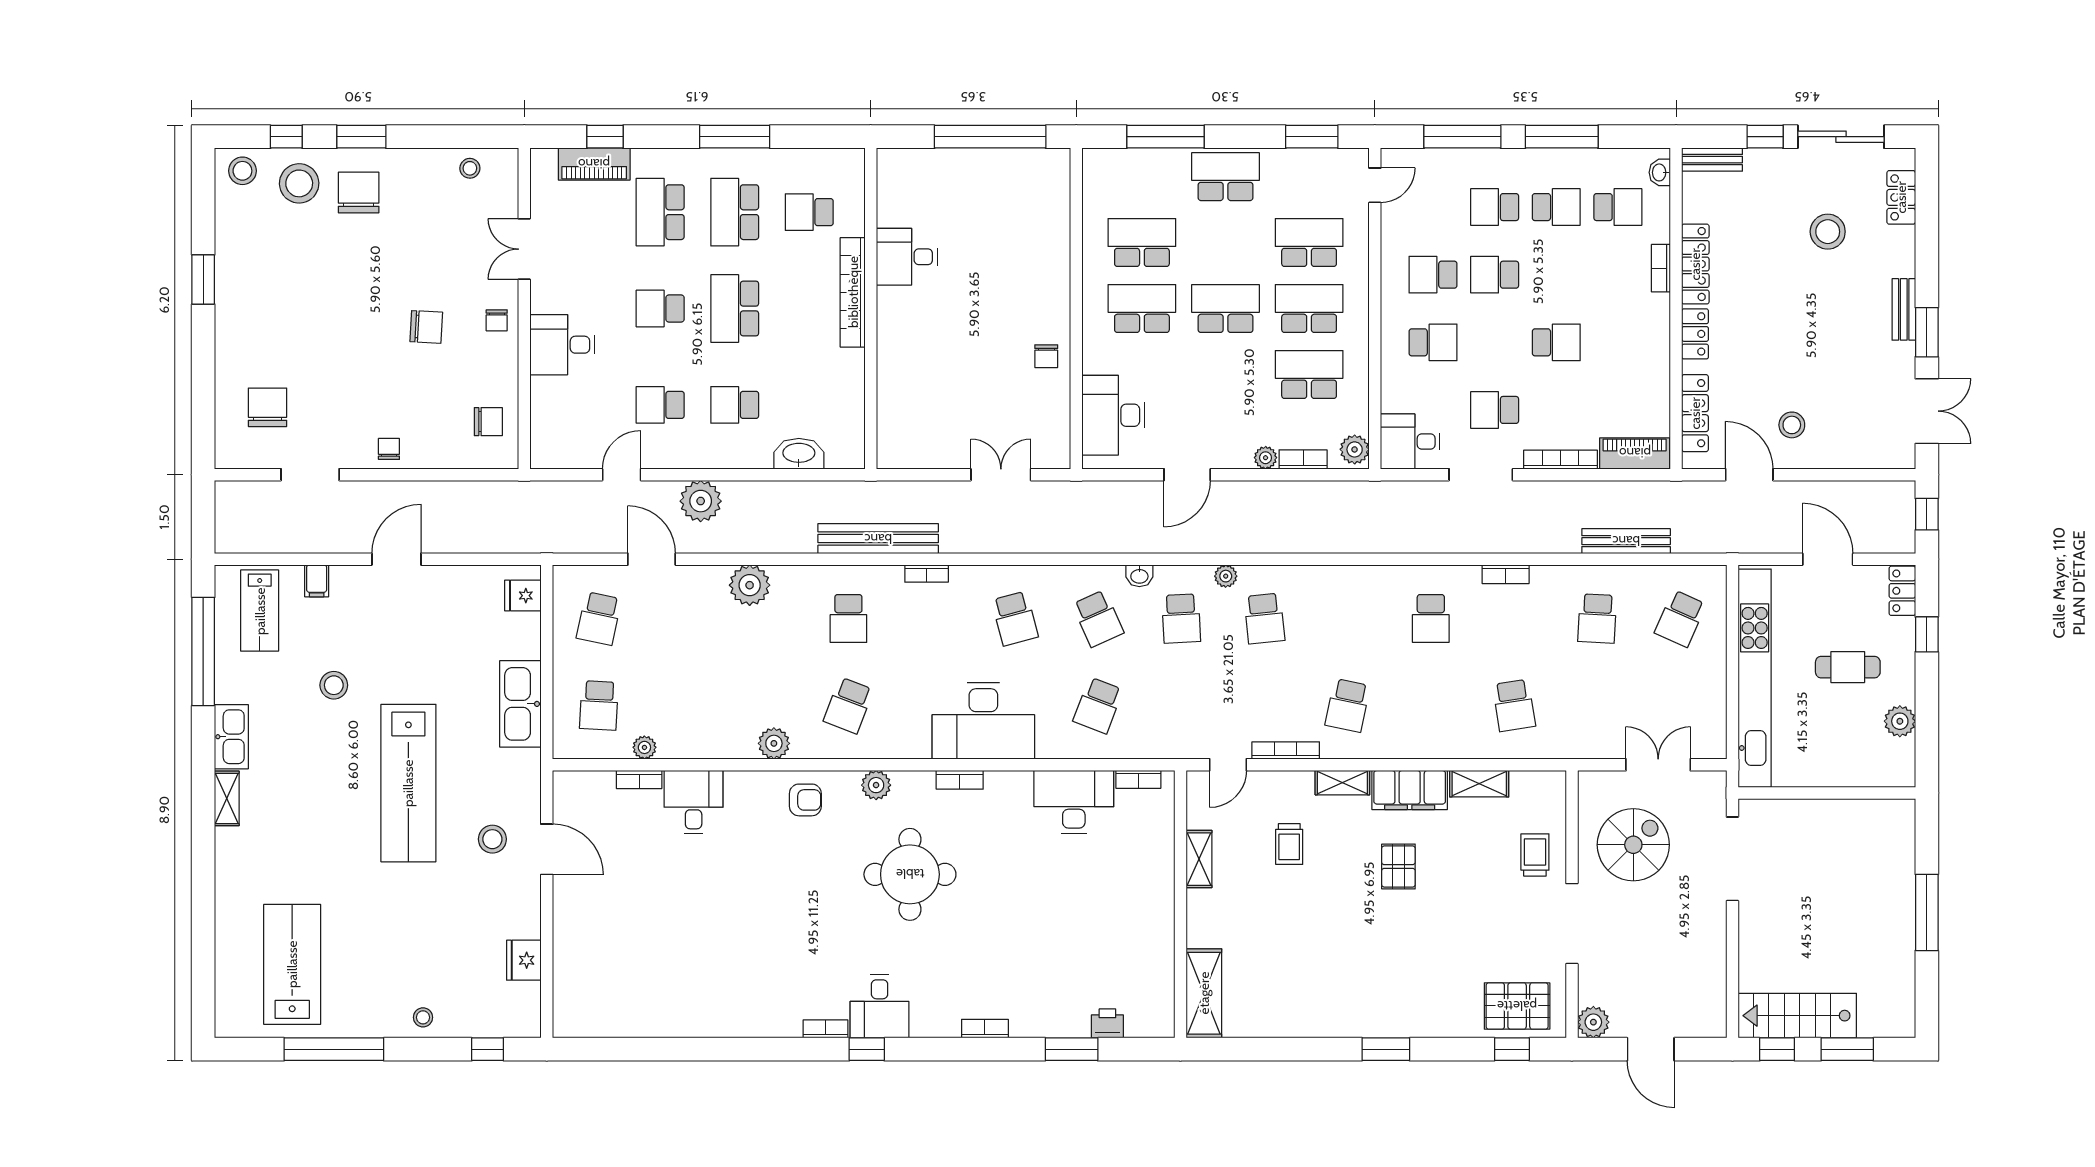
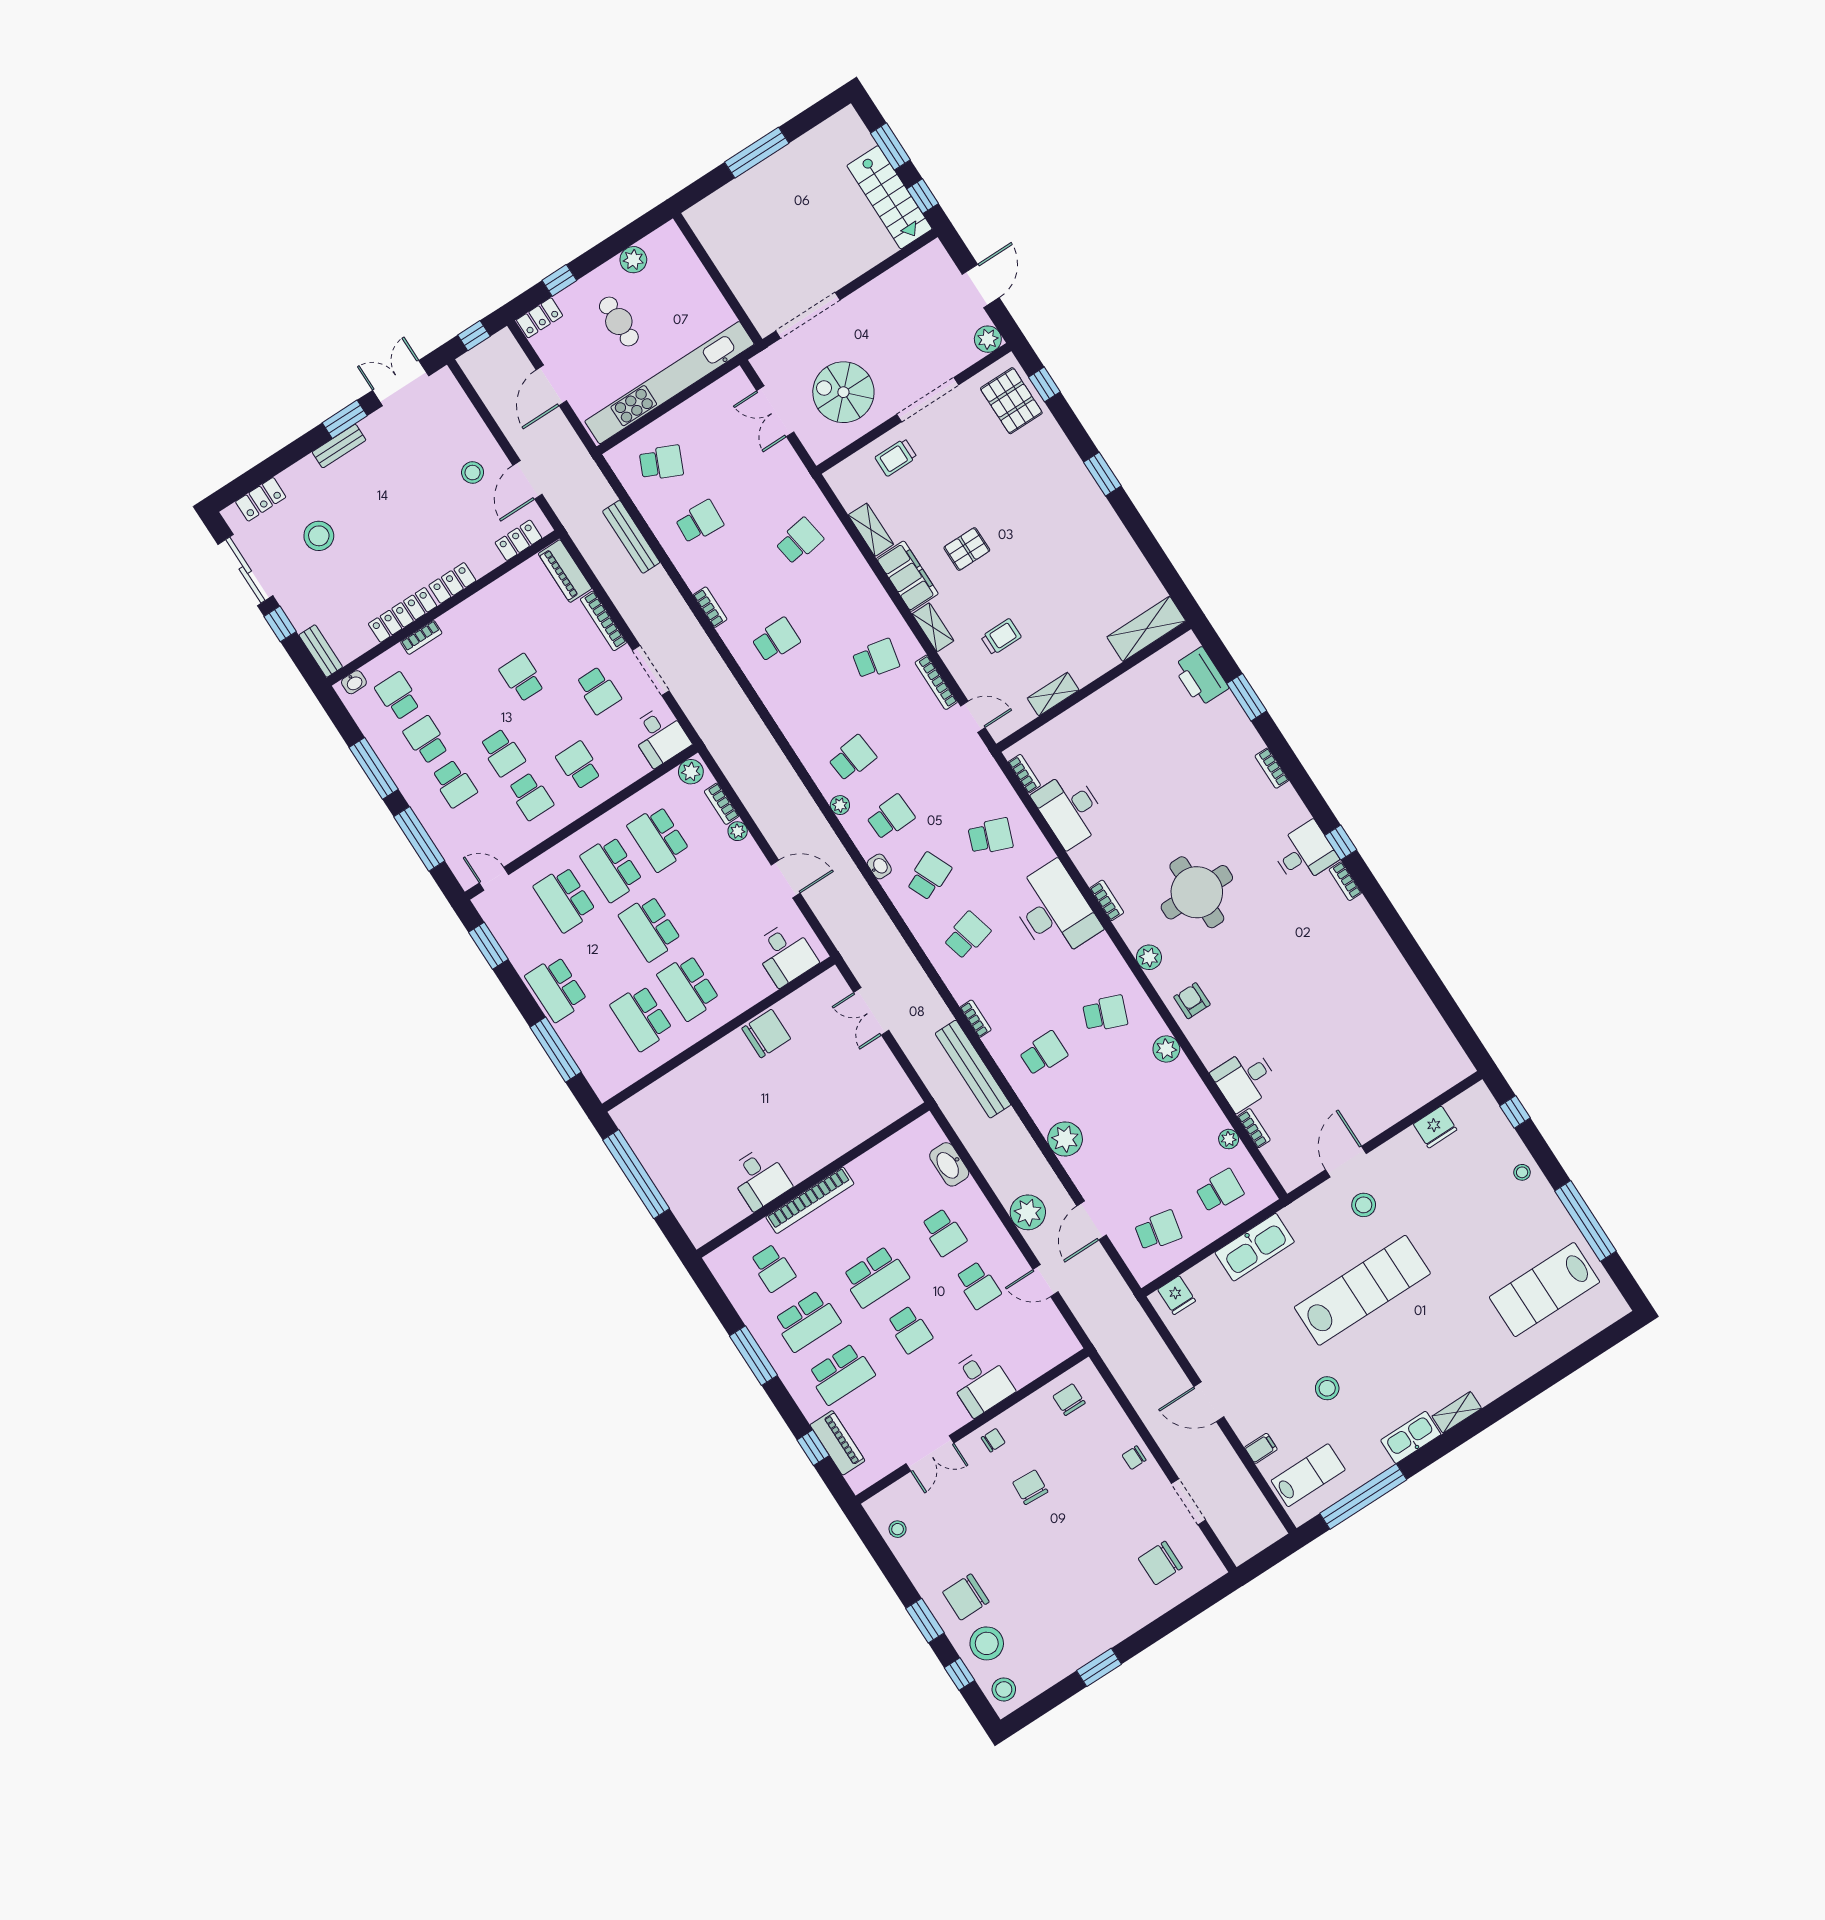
chair: (1046, 356) -> (766, 1034), width x1.87, depth x1.87
locker: (1695, 413) -> (518, 540), width x0.66
desk: (1113, 415) -> (785, 954), width x0.73
printer: (1107, 1023) -> (1201, 677), width x1.87, depth x1.48

